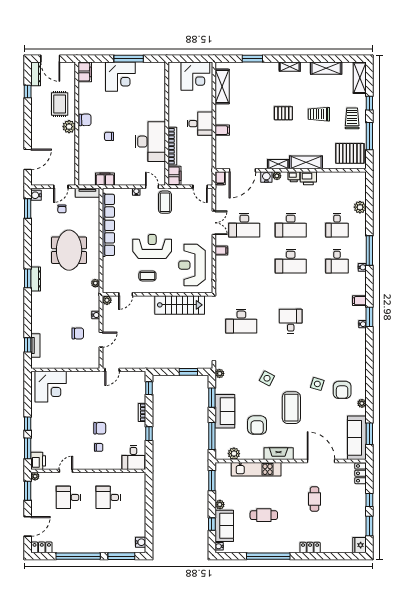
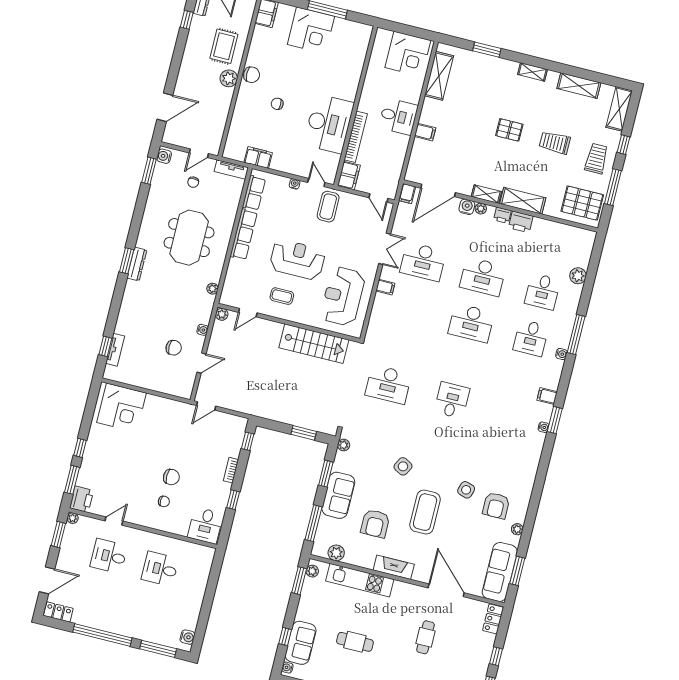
plant: (220, 505) -> (312, 571), moved

